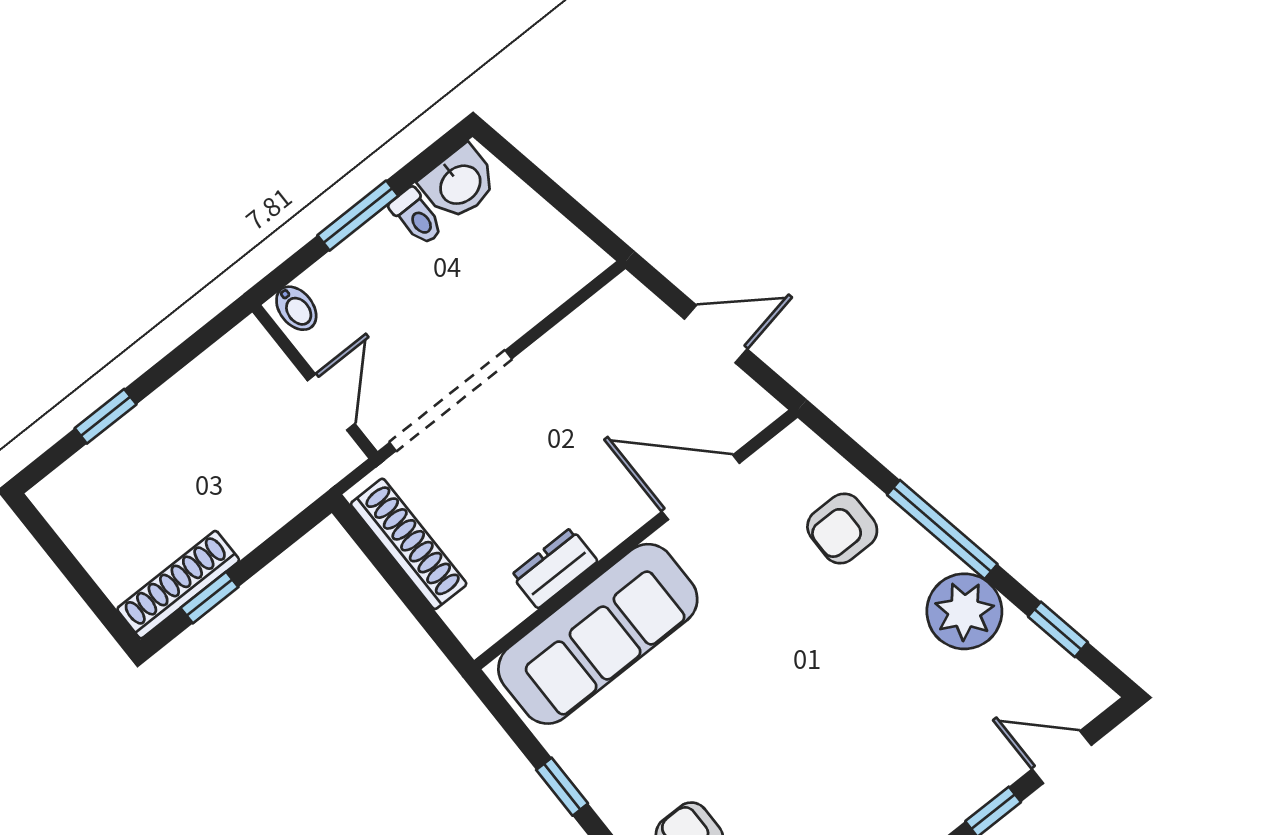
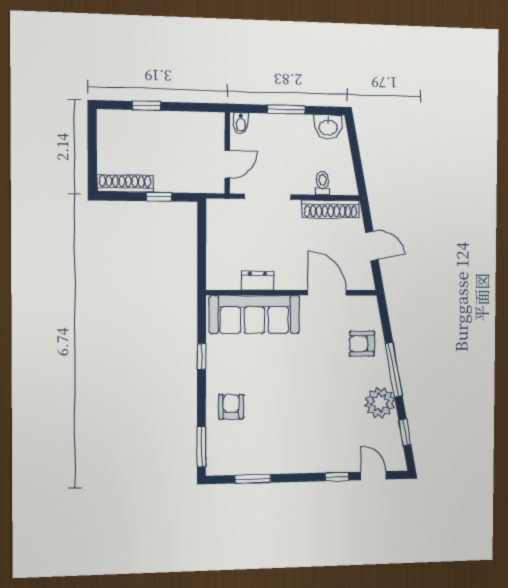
toilet: (417, 217) -> (322, 183), moved, turned 180
doorway: (451, 401) -> (268, 197), width x0.73
shoe rack: (409, 544) -> (331, 209), moved, turned 90
window: (209, 598) -> (159, 197), moved

